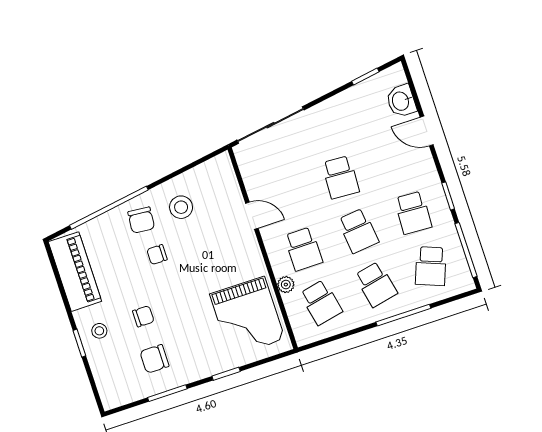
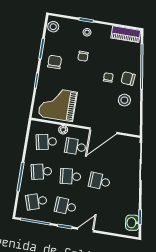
washbasin: (401, 101) -> (132, 223), moved, turned -99
door: (427, 131) -> (86, 230), moved
door: (252, 216) -> (103, 131), width x1.88
school desk: (431, 266) -> (36, 201), turned -39
piano: (75, 272) -> (126, 34), width x0.73, depth x0.75
chair: (154, 359) -> (55, 62), moved
stool: (120, 393) -> (53, 27), added

